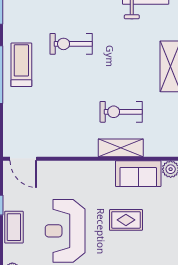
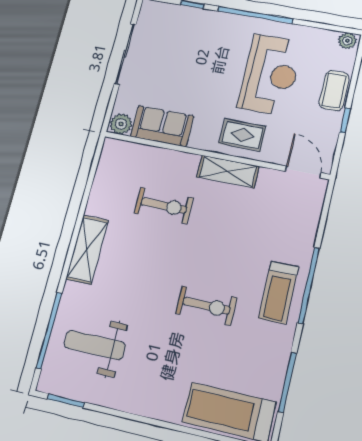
shelving: (121, 148) -> (228, 172), moved
rug: (126, 220) -> (242, 135), moved

